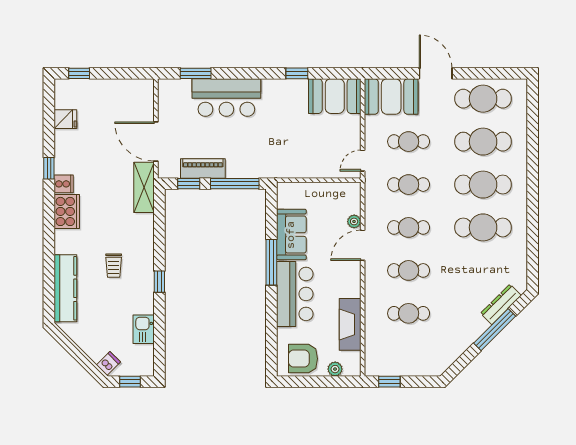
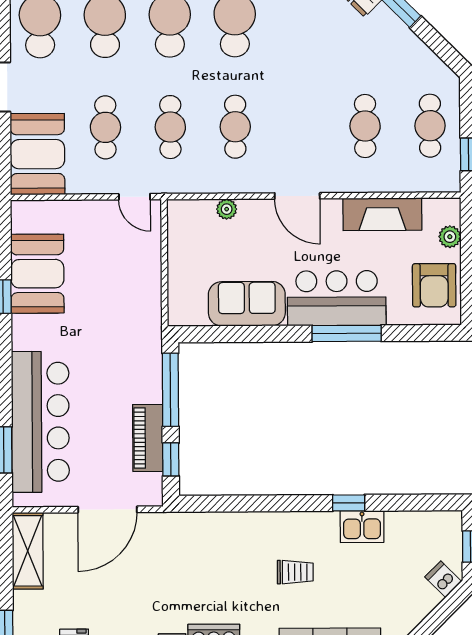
booth: (335, 96) -> (37, 274), moved
bar counter: (226, 97) -> (40, 422), width x1.36
shelving: (144, 187) -> (28, 551), moved, turned 90
door: (363, 245) -> (297, 196), moved
window: (271, 262) -> (347, 333), moved
cafe table: (409, 270) -> (430, 126), moved
window: (159, 282) -> (349, 503), moved
kitchen sink: (144, 329) -> (362, 527), moved

